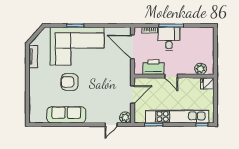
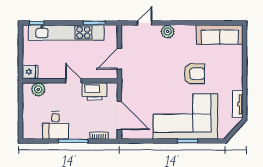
desk: (169, 39) -> (56, 125), moved
sofa: (66, 115) -> (220, 35), moved
plant: (125, 117) -> (168, 32), moved

